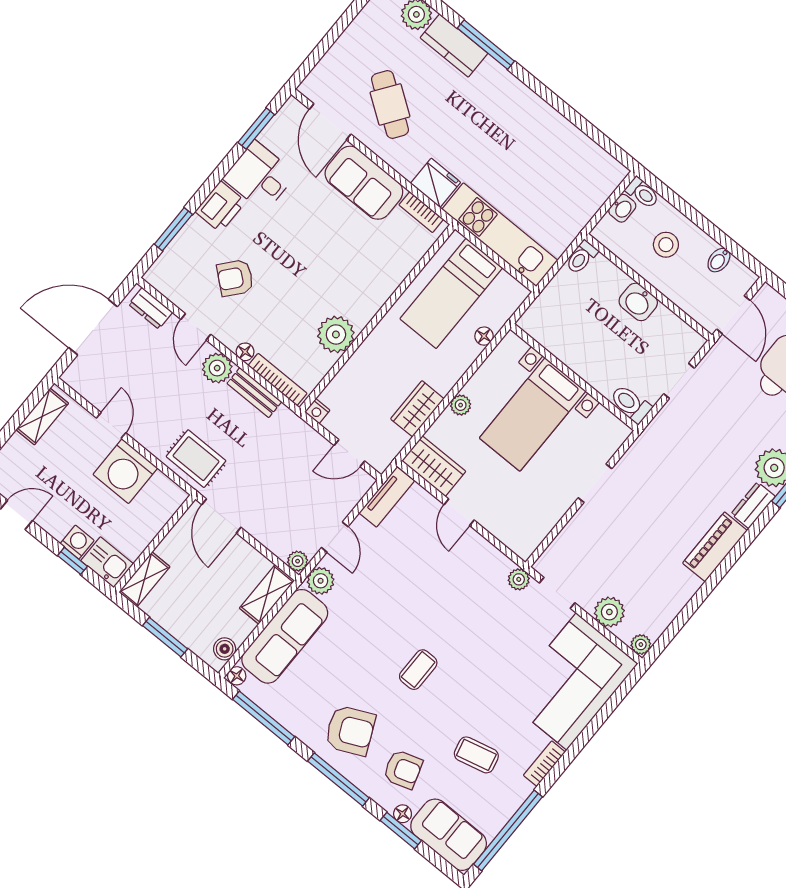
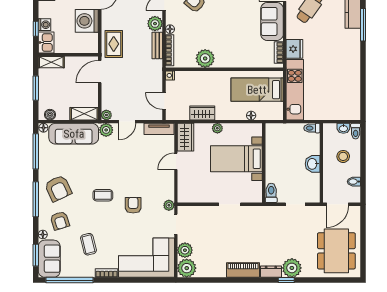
armchair: (473, 635) -> (133, 205), added
plant: (641, 645) -> (187, 268), width x1.87, depth x1.87
window: (401, 831) -> (36, 255), moved

